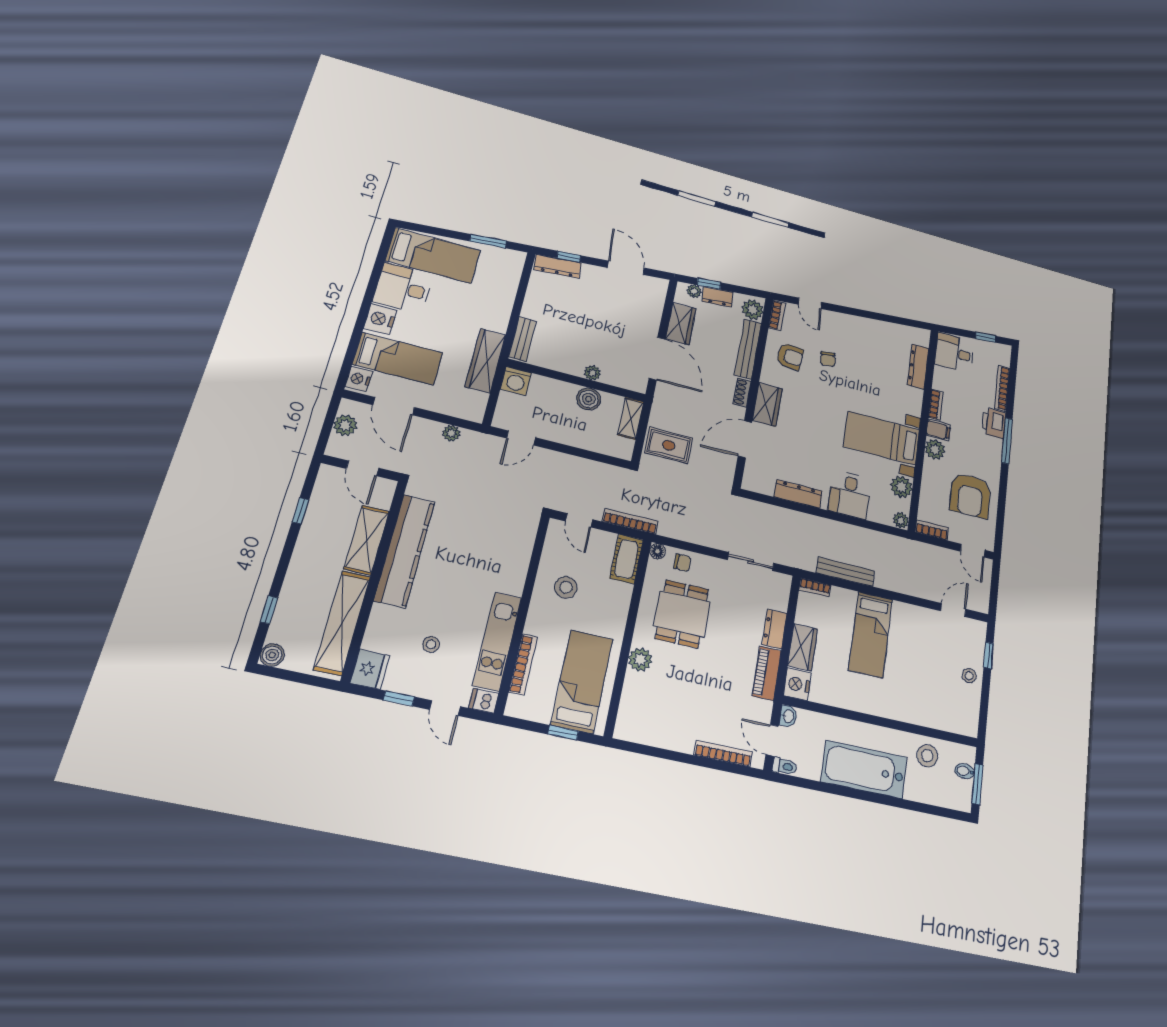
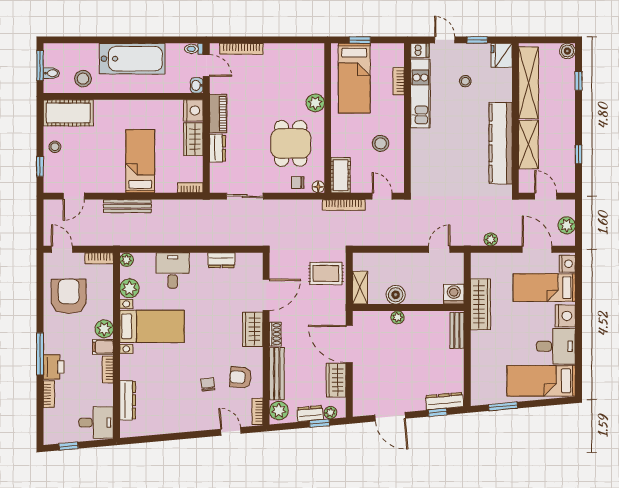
bookcase: (1002, 388) -> (49, 394), width x0.64
dresser: (798, 494) -> (221, 260), width x0.70
bench: (845, 572) -> (127, 206), moved
bookcase: (523, 664) -> (399, 81), width x0.64
cot: (949, 715) -> (68, 113), added

